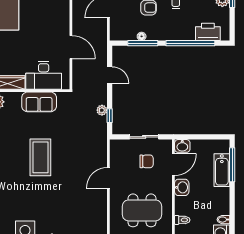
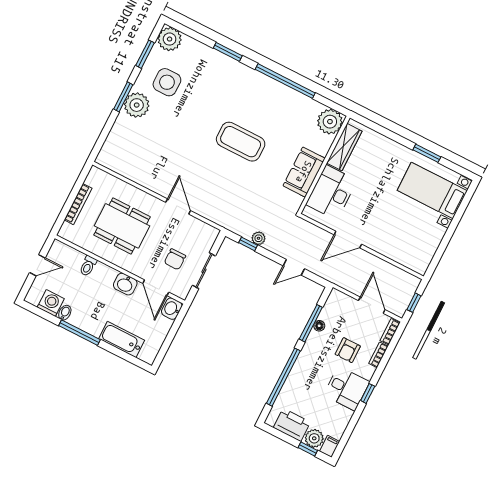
printer: (208, 32) -> (292, 425), moved, turned -90
window: (232, 165) -> (80, 333), moved
dining table: (142, 210) -> (122, 226), turned 90

